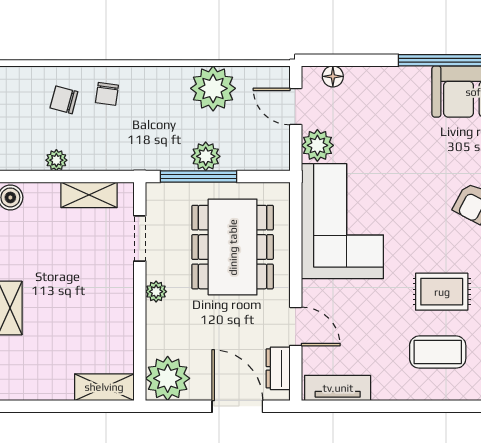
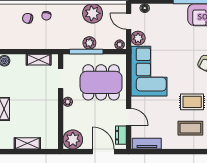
plant: (56, 160) -> (120, 45), moved
dining table: (233, 247) -> (101, 82), turned 90
shelving: (104, 387) -> (27, 143), moved

